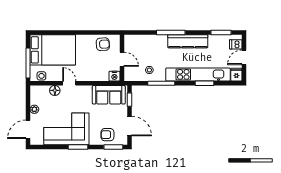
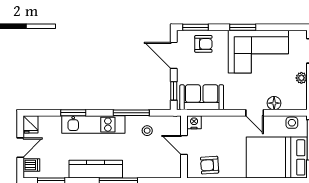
kitchen unit: (198, 74) -> (93, 125), width x0.73

